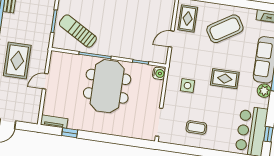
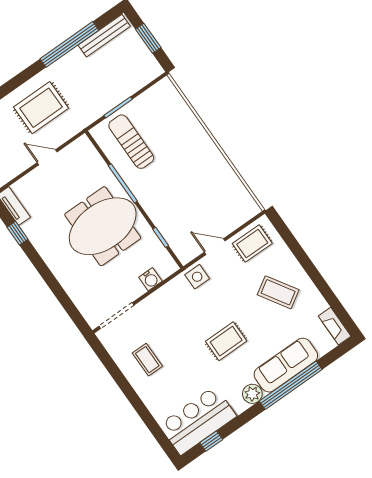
coffee table: (225, 29) -> (278, 292), width x0.73, depth x0.76
sun lounger: (78, 31) -> (131, 142), turned -30
water cooler: (159, 73) -> (150, 279), moved
rug: (225, 79) -> (226, 341), turned 90
side table: (187, 86) -> (197, 277), moved

